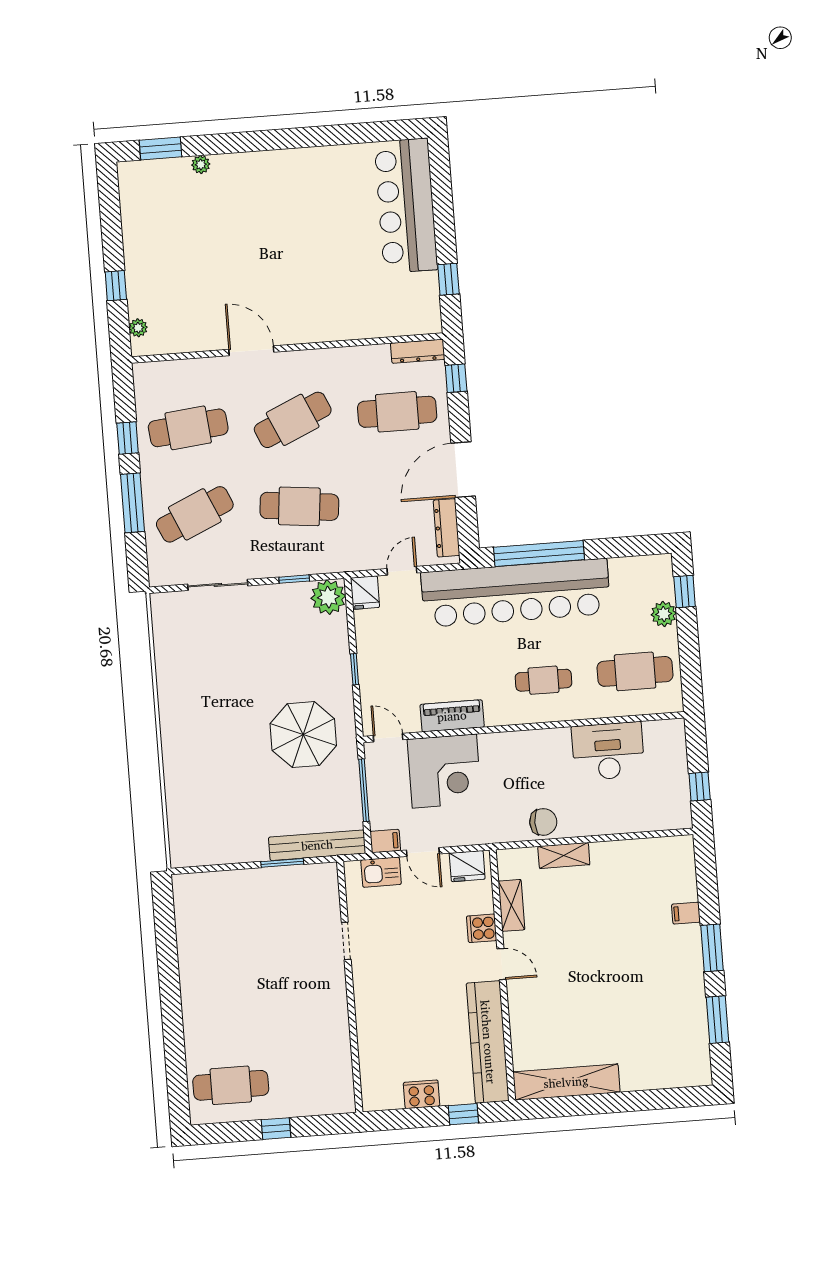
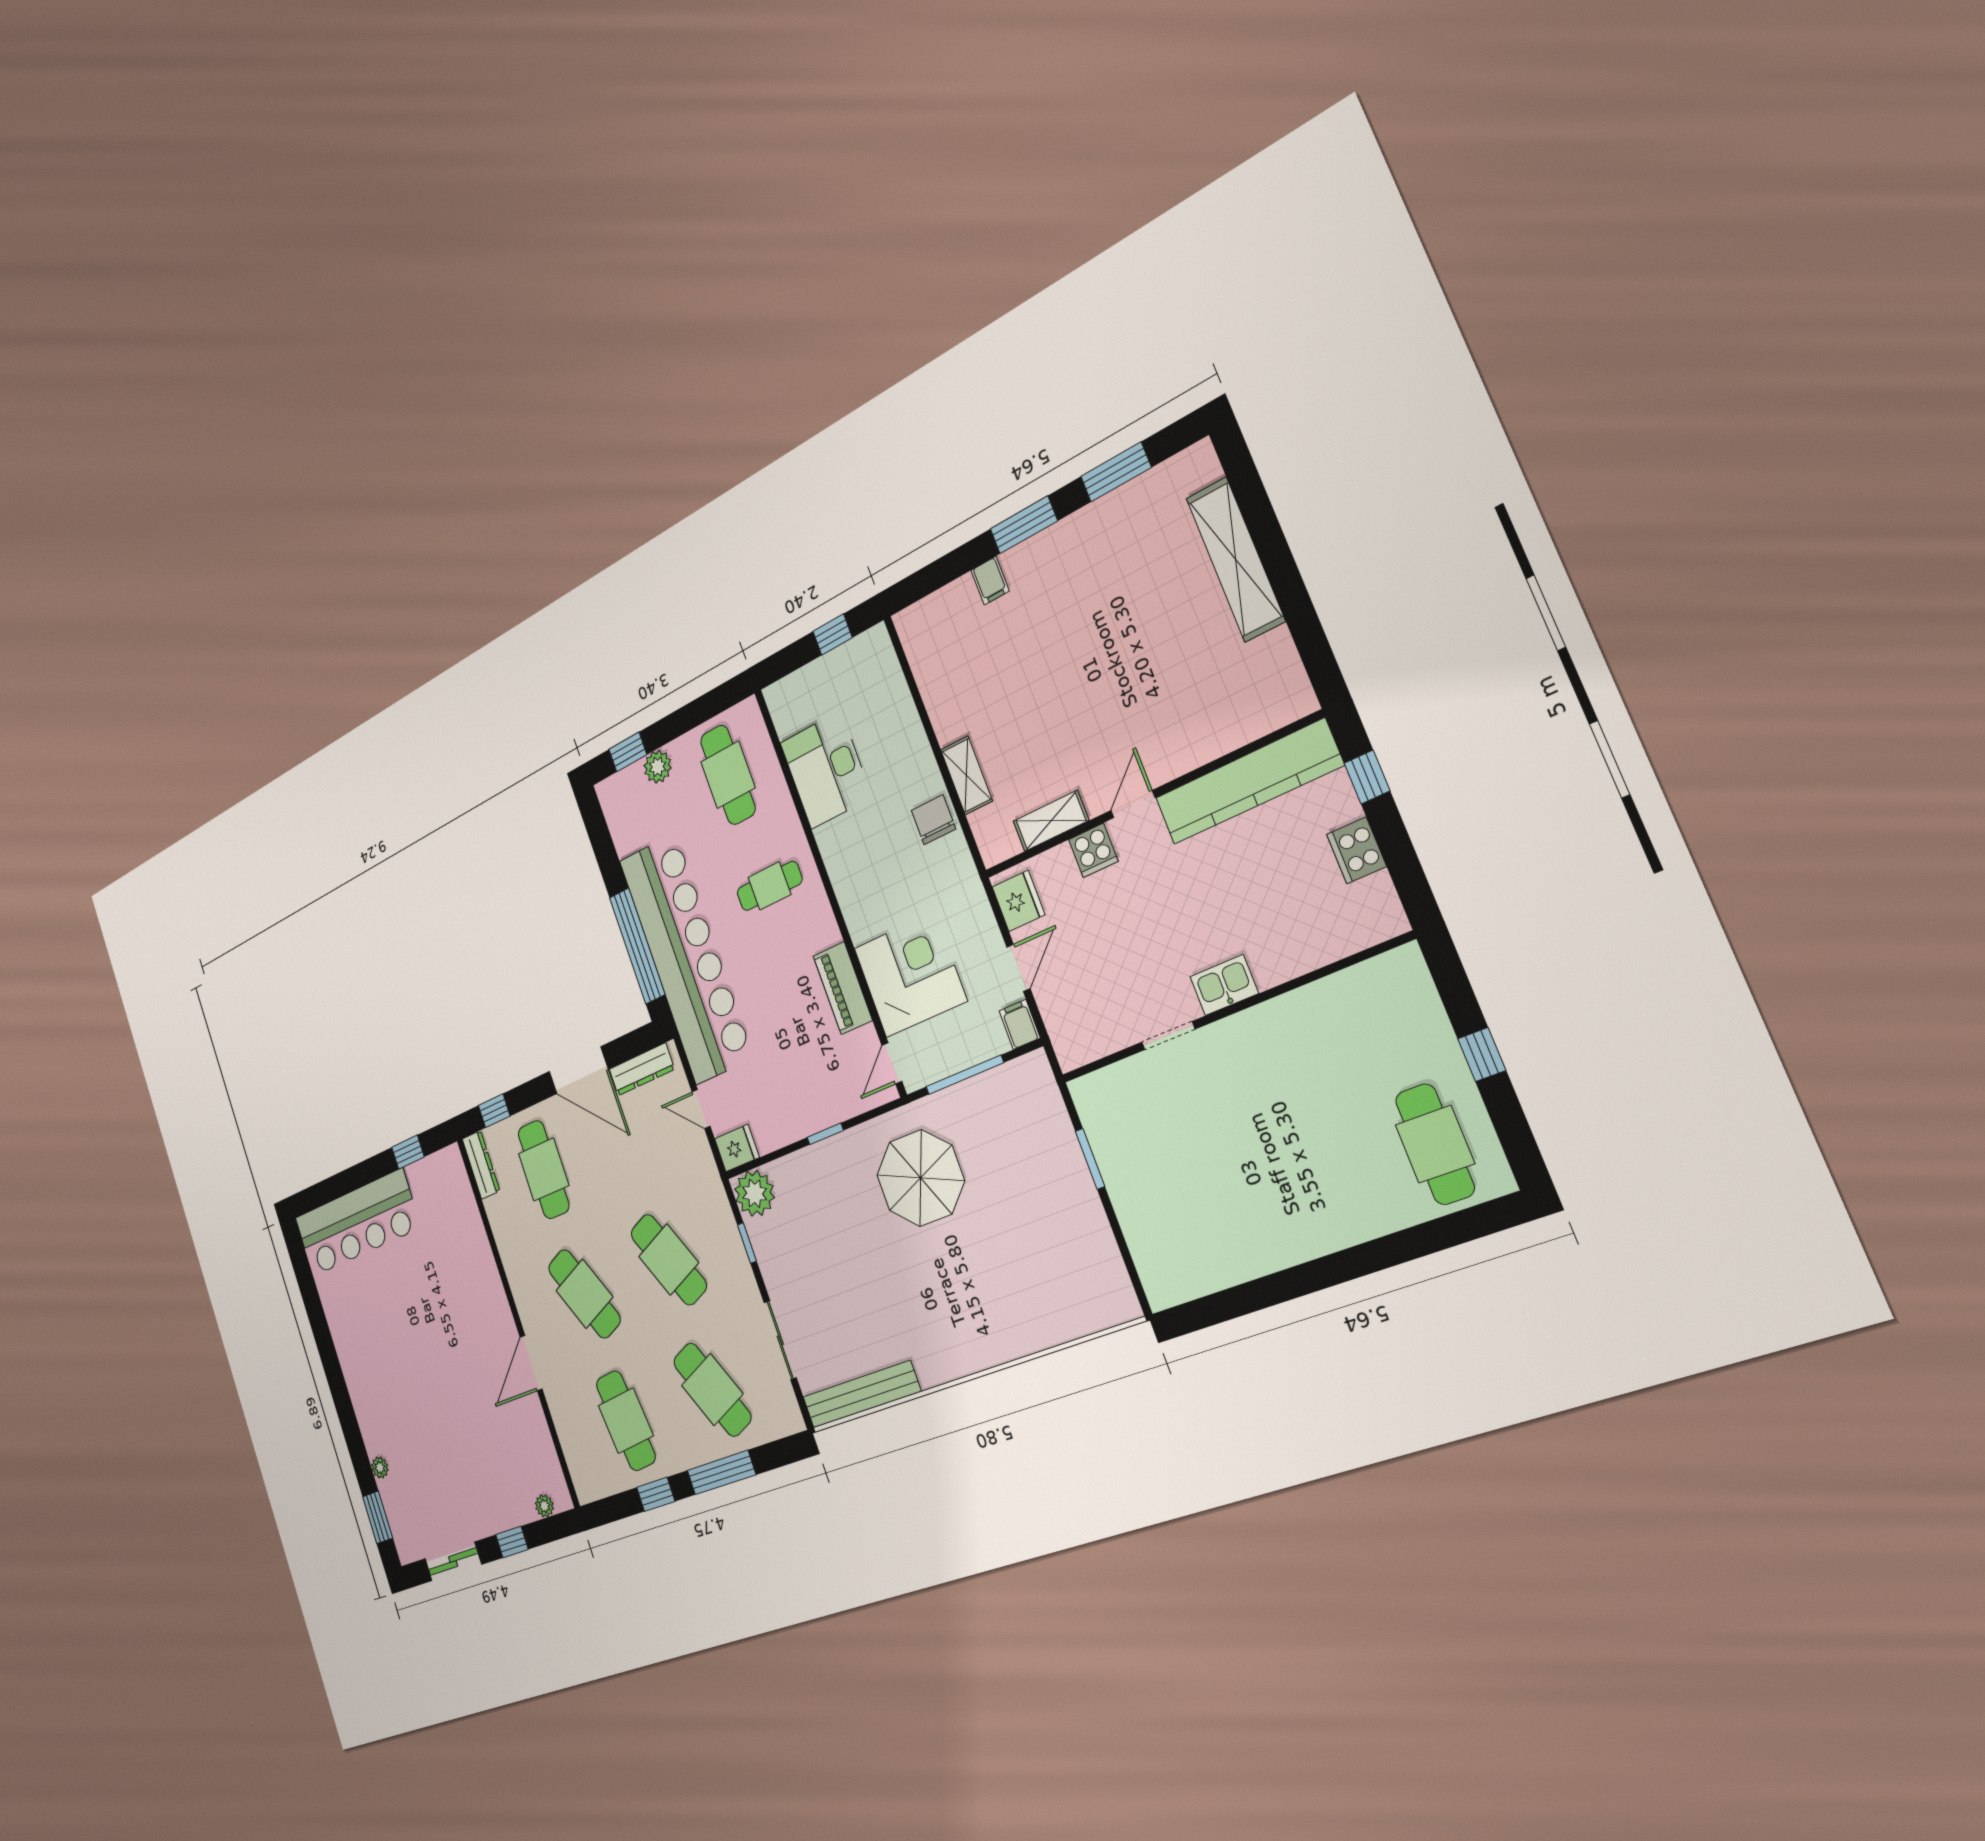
sliding door: (111, 219) -> (453, 1561), added
cafe table: (299, 506) -> (669, 1260), turned -30
cafe table: (543, 680) -> (770, 886), turned 90
bench: (317, 845) -> (861, 1394), moved, turned 90
kitchen sink: (381, 872) -> (1224, 985), moved, turned -90
shelving: (566, 1082) -> (1236, 559), moved

